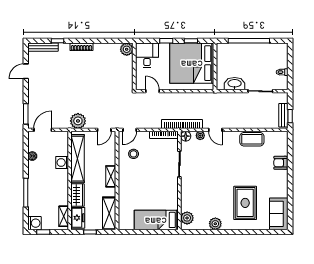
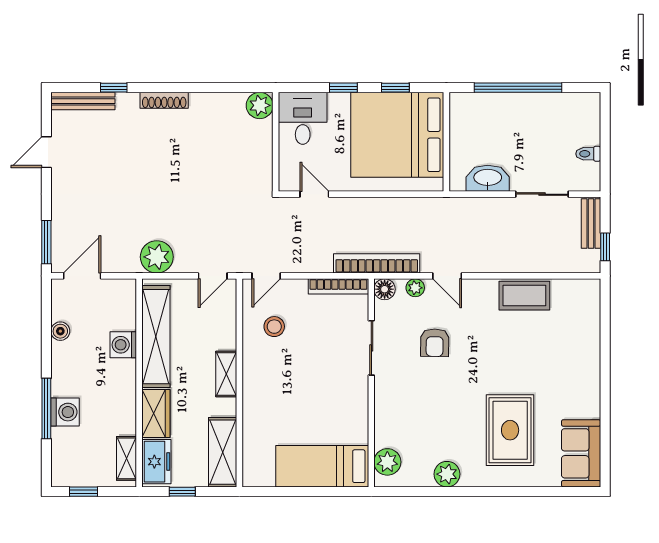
bench: (283, 115) -> (591, 224), moved
armchair: (281, 163) -> (435, 343), moved, turned -89
washing machine: (35, 223) -> (65, 412), moved

